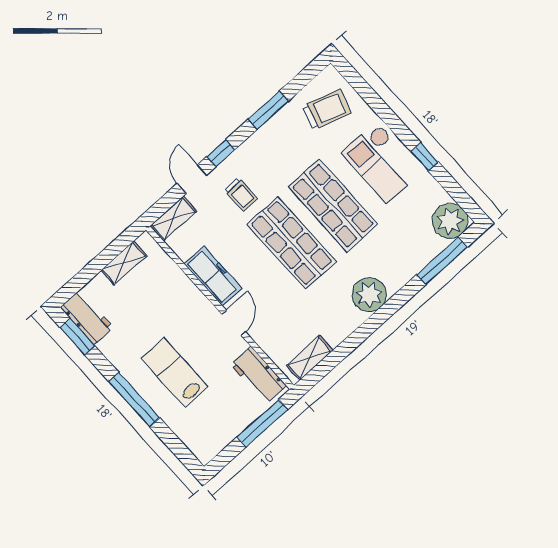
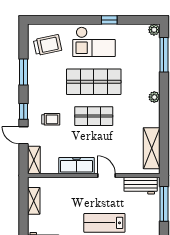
trolley: (327, 110) -> (47, 45), turned 60
plant: (450, 221) -> (154, 30), width x0.53, depth x0.53
shop shelf: (292, 243) -> (94, 116), width x0.70, depth x0.74
plant: (369, 295) -> (154, 97), width x0.53, depth x0.53
shelving: (310, 358) -> (152, 148), width x1.50, depth x1.33

